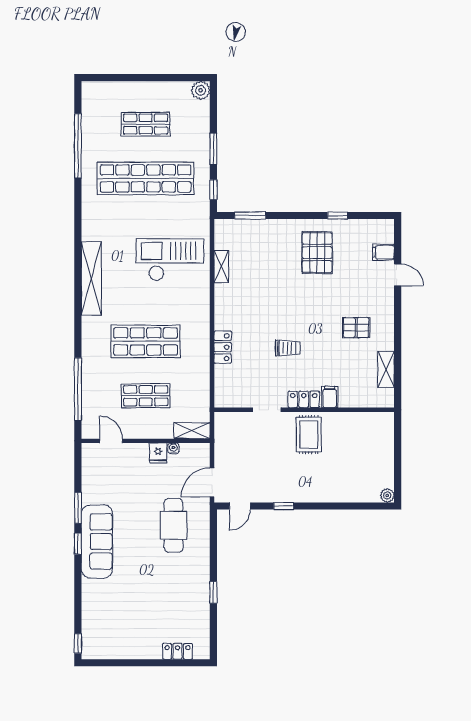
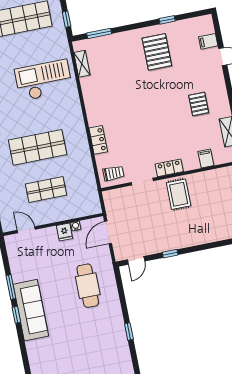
shelving: (221, 267) -> (82, 64), moved
pallet: (356, 328) -> (199, 104), turned 90
trolley: (288, 348) -> (113, 173), moved
filing cabinet: (330, 397) -> (206, 159), moved
shelving: (192, 431) -> (87, 209), removed
door: (212, 483) -> (108, 232), moved

